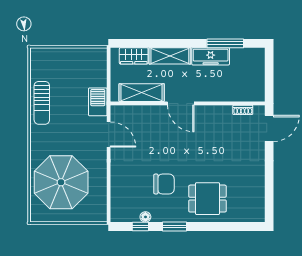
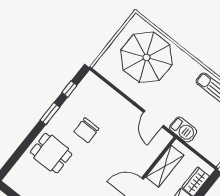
door: (109, 134) -> (154, 119), hinge flipped
dining table: (207, 199) -> (51, 153), turned 90
floor lamp: (145, 217) -> (73, 98), removed

